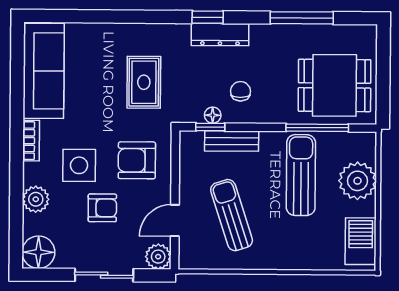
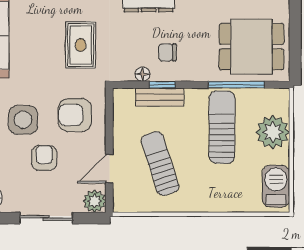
chair: (241, 91) -> (167, 52), turned -90
window: (210, 127) -> (162, 85), moved
armchair: (102, 208) -> (44, 158), turned -90

